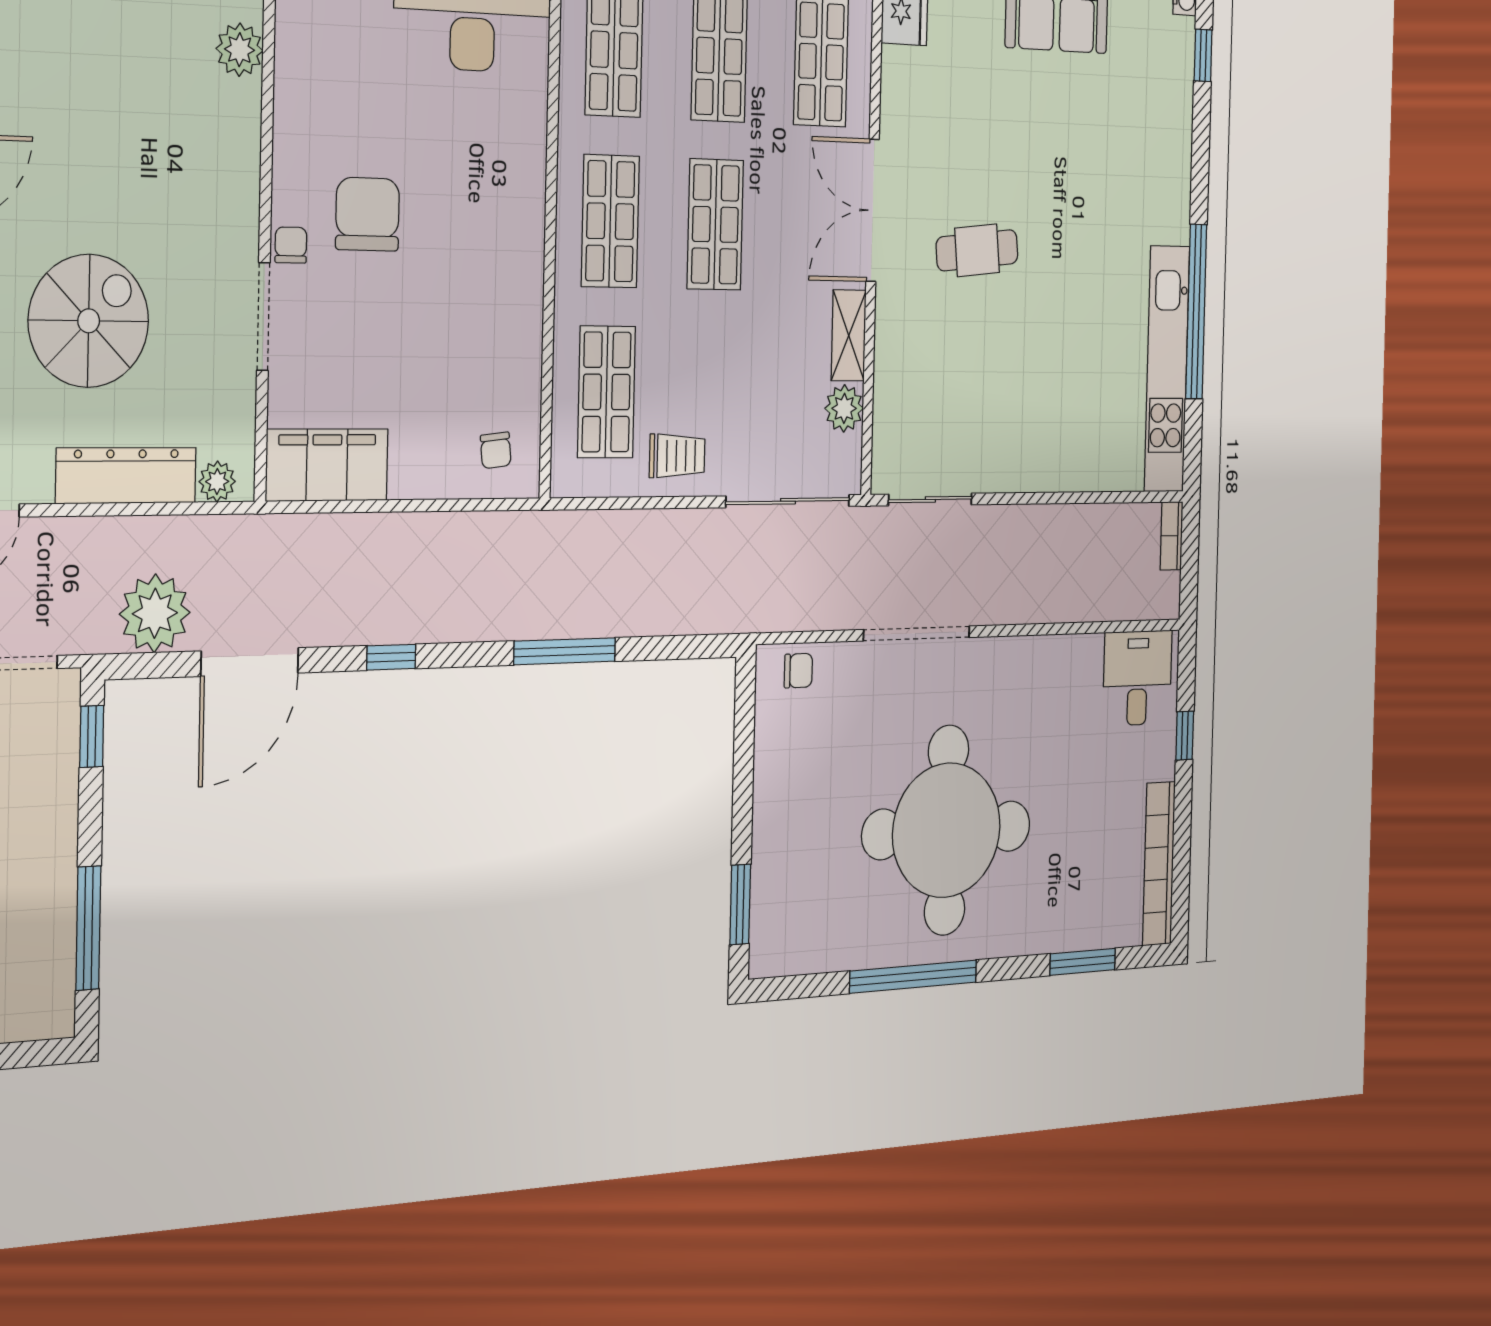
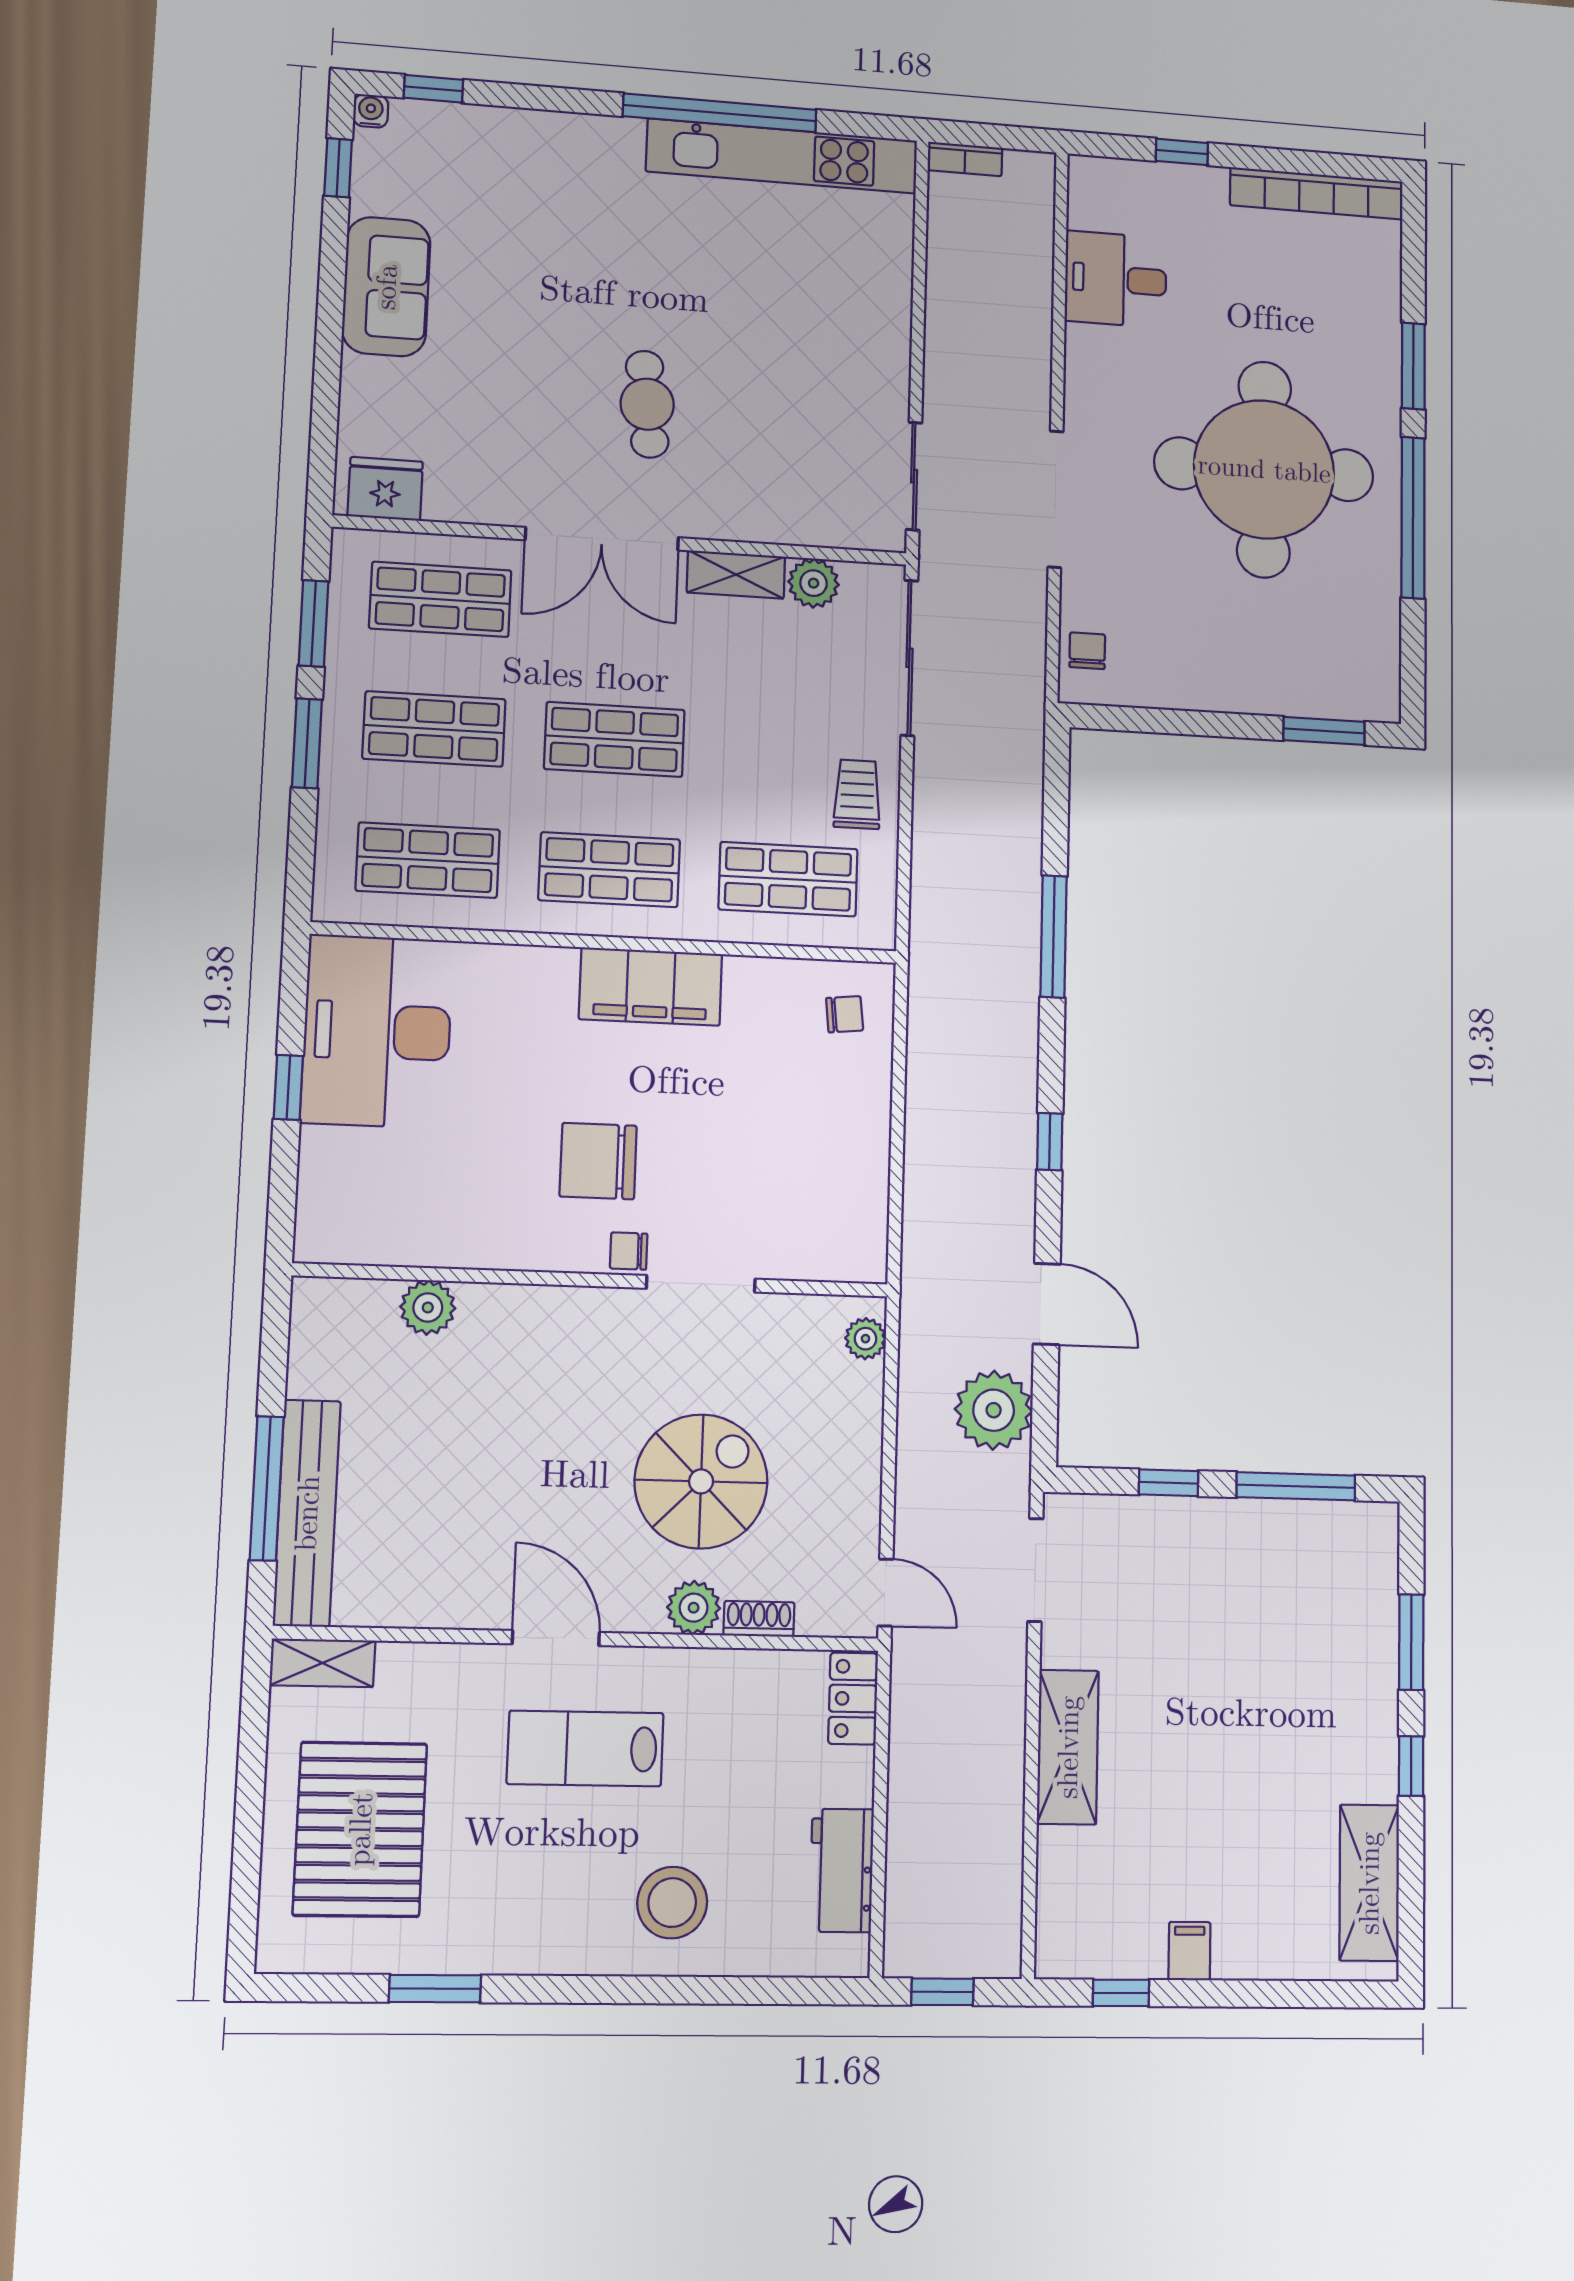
spiral stairs: (89, 321) -> (701, 1481), turned 90
filing cabinet: (327, 465) -> (651, 987), moved, turned -90
dresser: (126, 475) -> (856, 1441), removed
door: (250, 662) -> (1047, 1304), width x0.73
desk: (1137, 678) -> (1116, 279), moved
window: (92, 736) -> (1169, 1483), moved
window: (1083, 962) -> (1413, 366), moved

